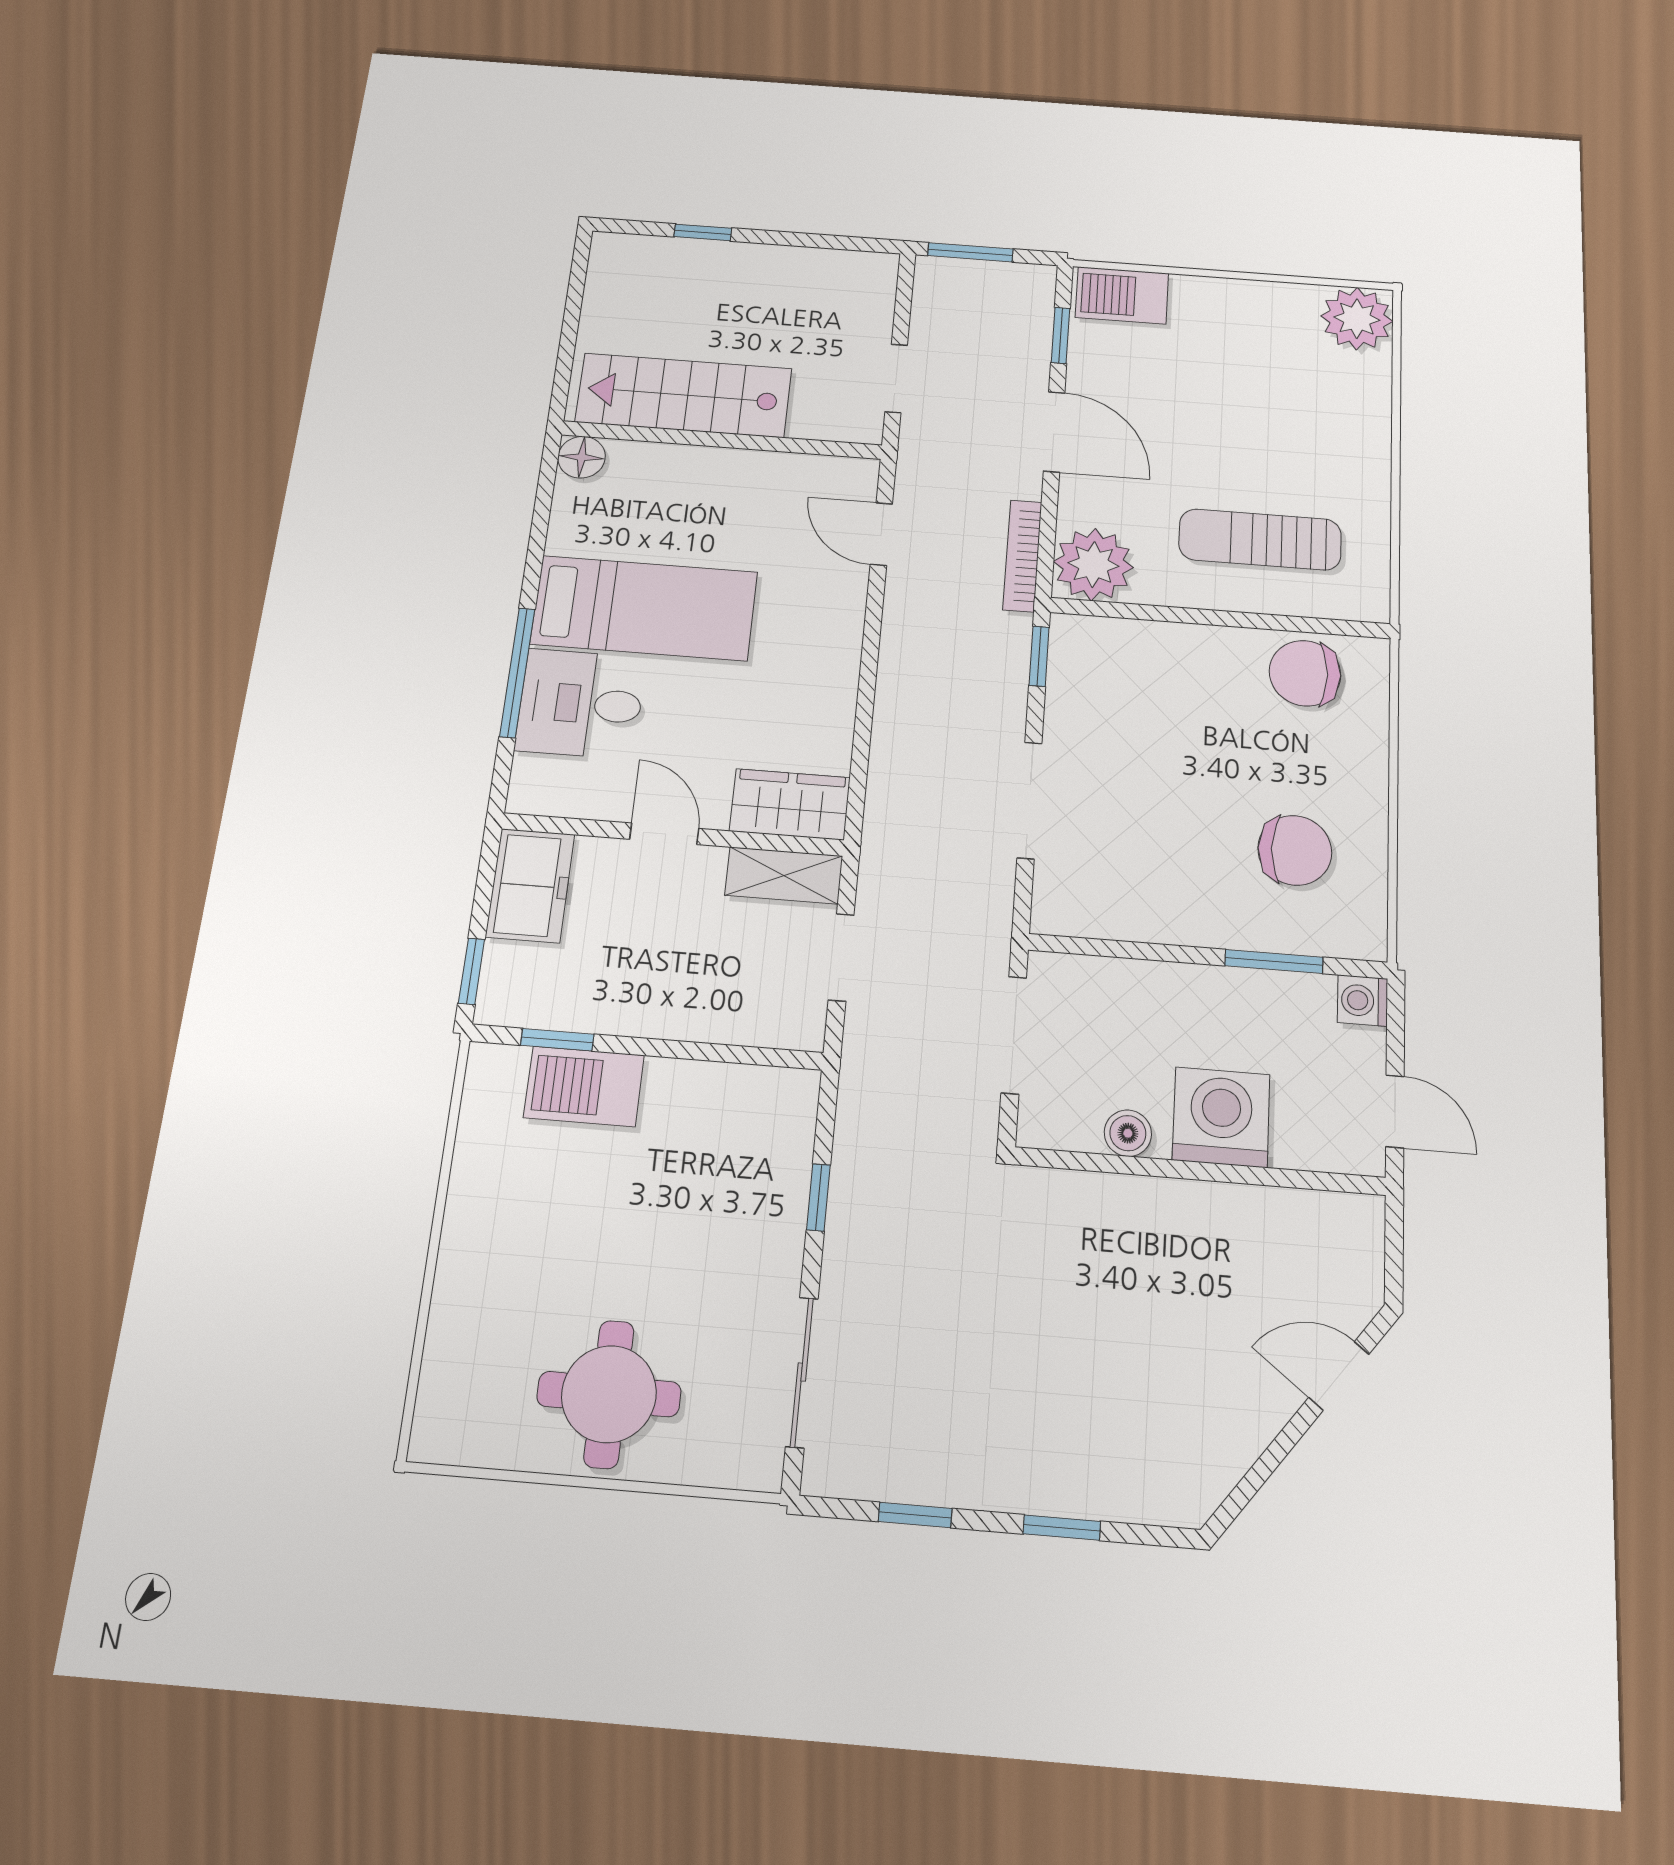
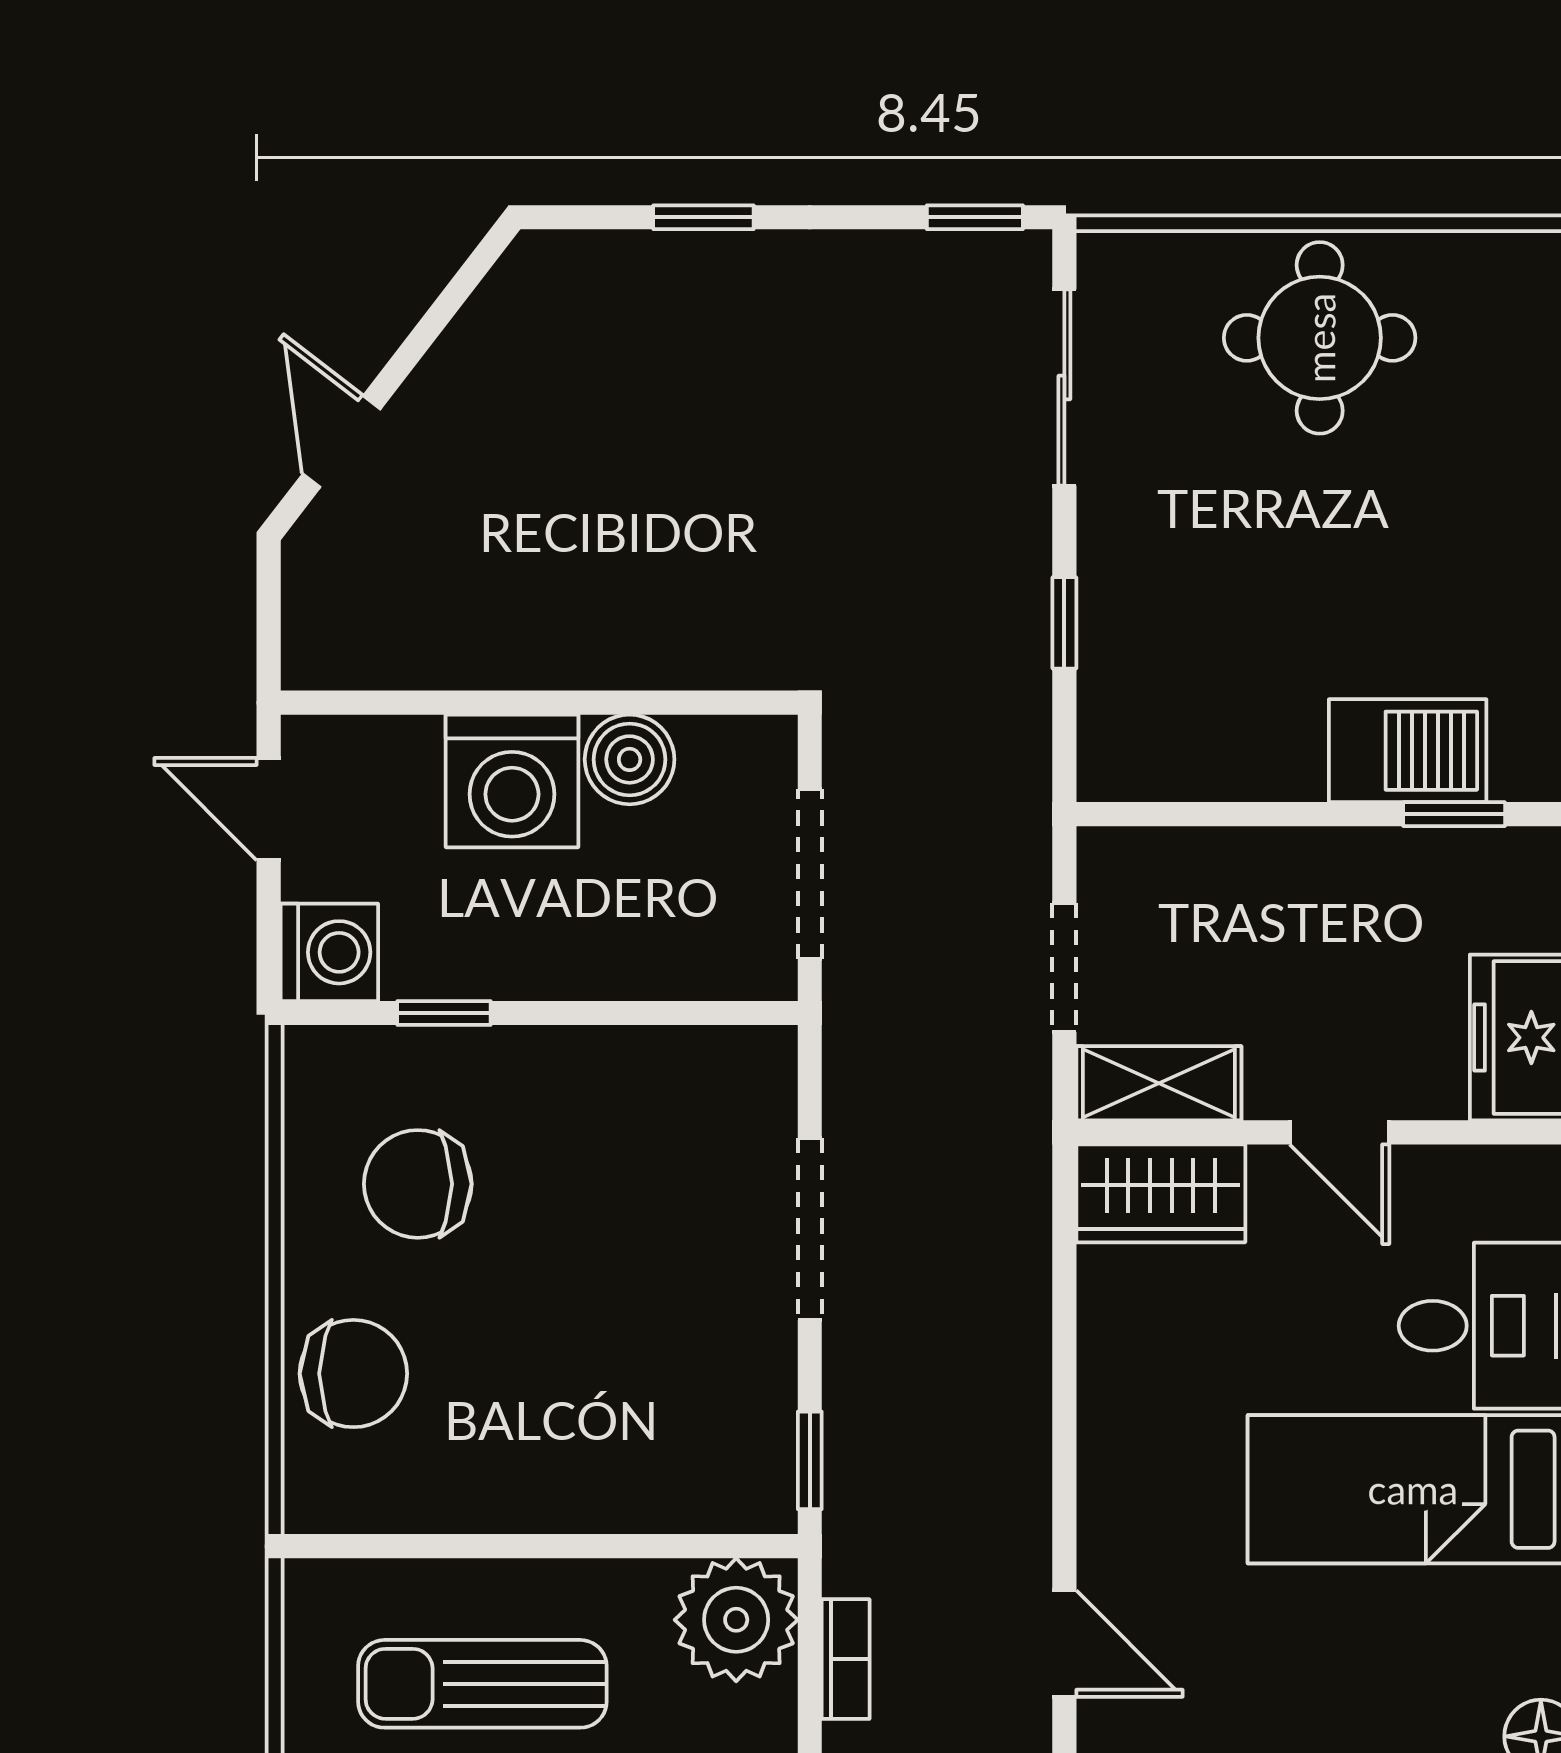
sun lounger: (1260, 540) -> (482, 1684), turned 180
bookcase: (1022, 556) -> (846, 1659), width x0.64
chair: (1305, 673) -> (353, 1374), moved
window: (1274, 961) -> (444, 1013), width x0.67
washing machine: (1363, 1001) -> (329, 952), width x1.38, depth x1.38
boiler: (1128, 1133) -> (630, 759), width x1.36, depth x1.36
door: (1339, 1376) -> (342, 442), swing flipped
window: (915, 1515) -> (975, 217), moved

